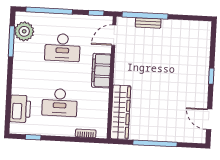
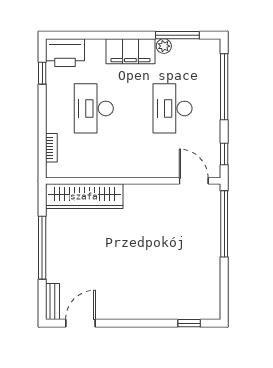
bench: (148, 23) -> (53, 301), moved
plant: (24, 31) -> (164, 46), moved, width x0.53, depth x0.53
filing cabinet: (101, 71) -> (130, 51), moved, turned 180
window: (211, 76) -> (189, 323), moved
printer: (20, 109) -> (65, 53), moved

